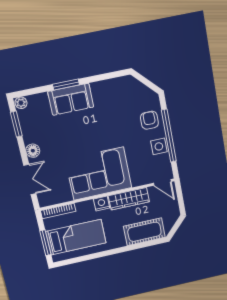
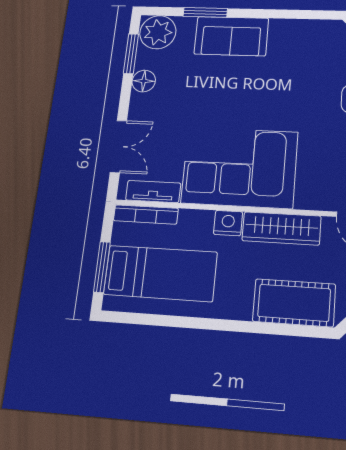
window: (66, 85) -> (205, 12), moved
plant: (21, 103) -> (158, 32), width x1.88, depth x1.88
floor lamp: (33, 151) -> (144, 81), moved
tv unit: (58, 198) -> (153, 192), added

